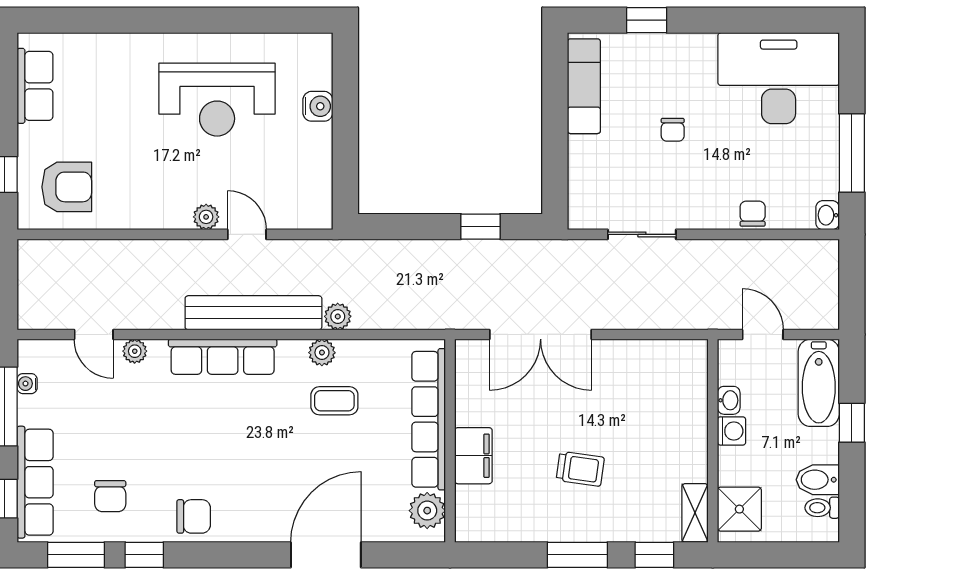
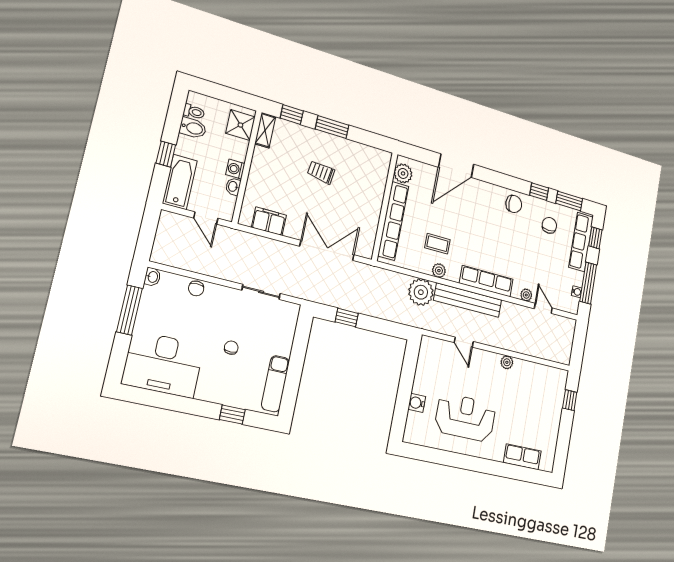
row of seats: (35, 86) -> (522, 457), moved, turned 90
armchair: (67, 187) -> (543, 387), removed
plant: (206, 217) -> (507, 362), moved
plant: (338, 316) -> (421, 292), width x1.88, depth x1.88
filing cabinet: (473, 456) -> (269, 221), moved, turned 90
chair: (194, 516) -> (514, 204), turned 180

